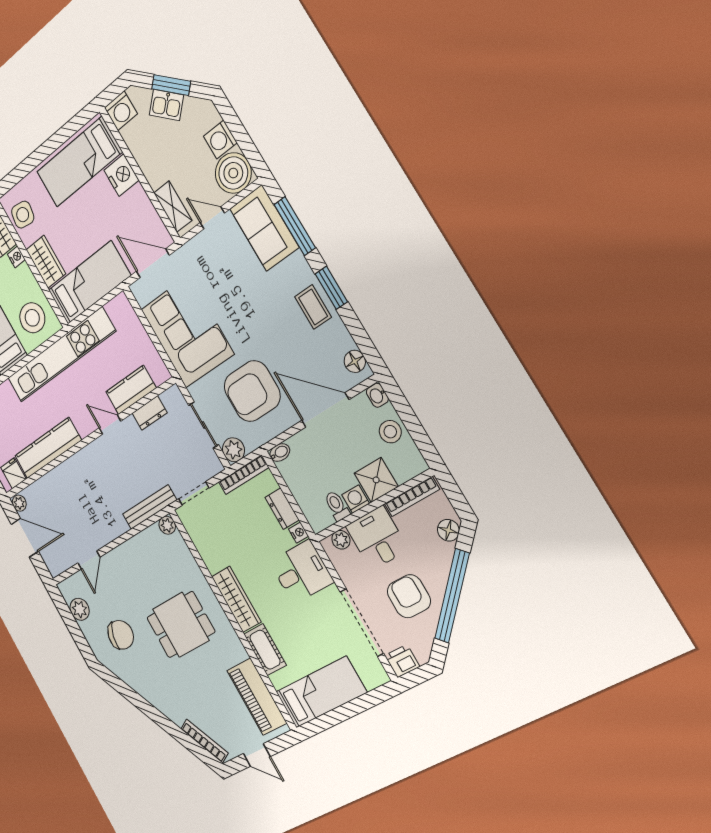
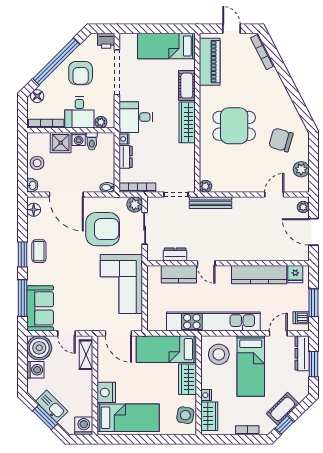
kitchen sink: (166, 105) -> (52, 406), width x1.38
plant: (19, 503) -> (303, 207), moved

